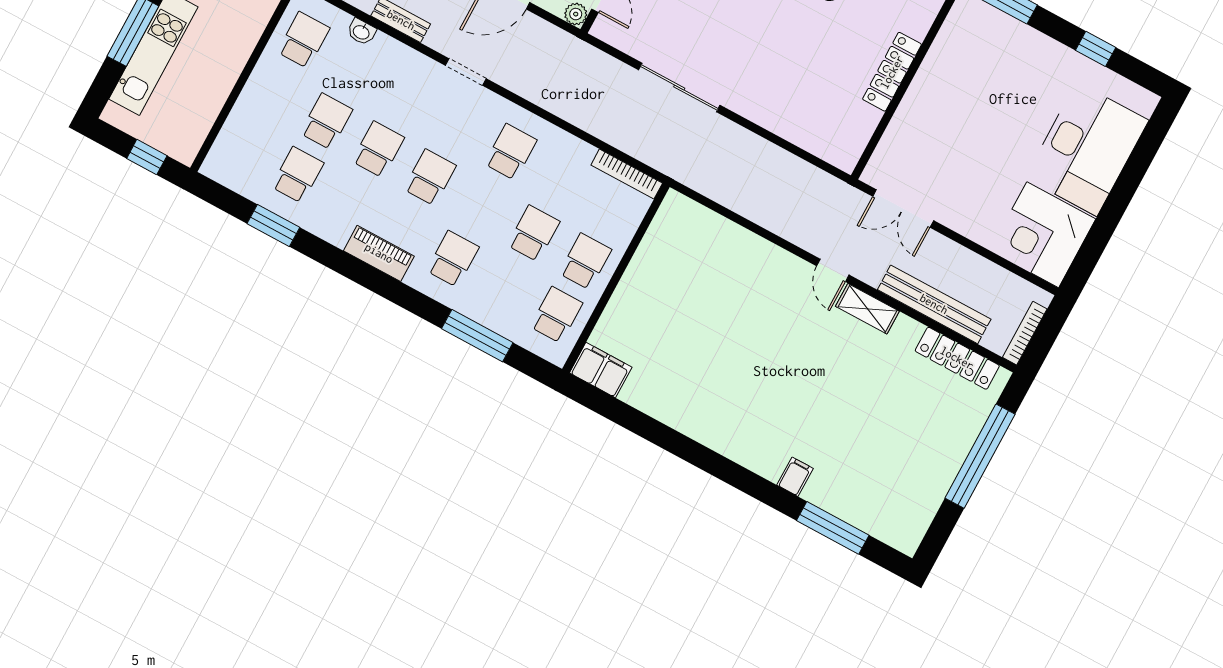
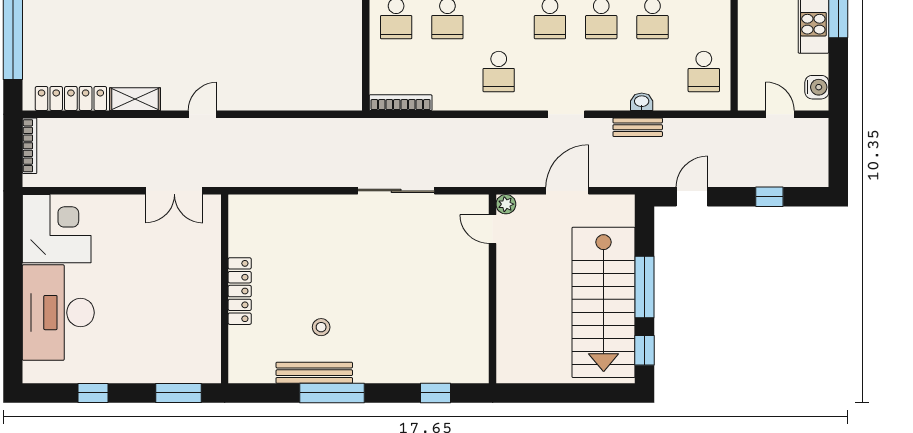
washbasin: (361, 32) -> (642, 102), moved
double door: (903, 209) -> (174, 191), swing flipped
door: (833, 270) -> (203, 114), hinge flipped
bench: (934, 304) -> (111, 130), removed
shelving: (867, 309) -> (135, 99), moved

